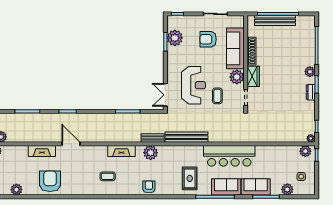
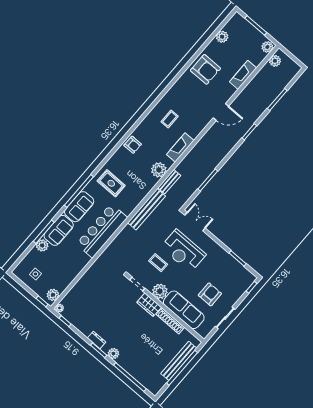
plant: (175, 38) -> (234, 269), removed
fireplace: (42, 151) -> (243, 75), moved
plant: (287, 189) -> (42, 245), moved

